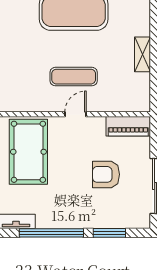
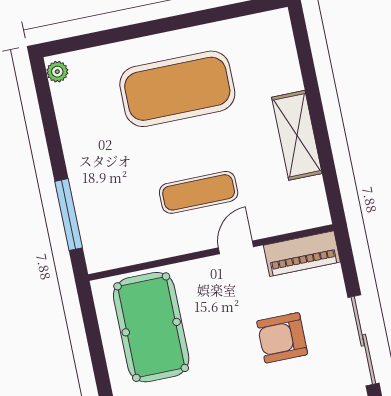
shelving: (142, 54) -> (297, 135), width x1.50, depth x1.33
door: (76, 114) -> (236, 247), moved

